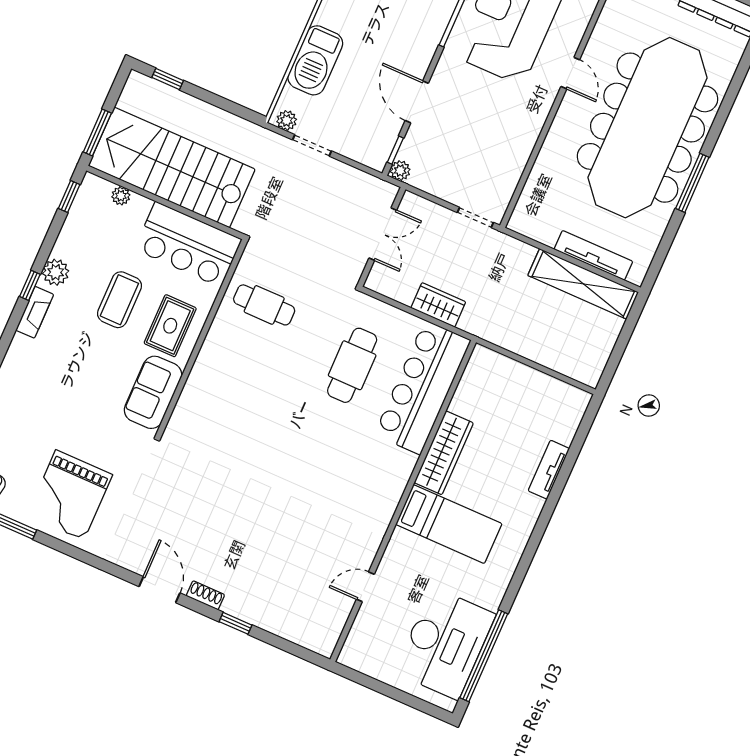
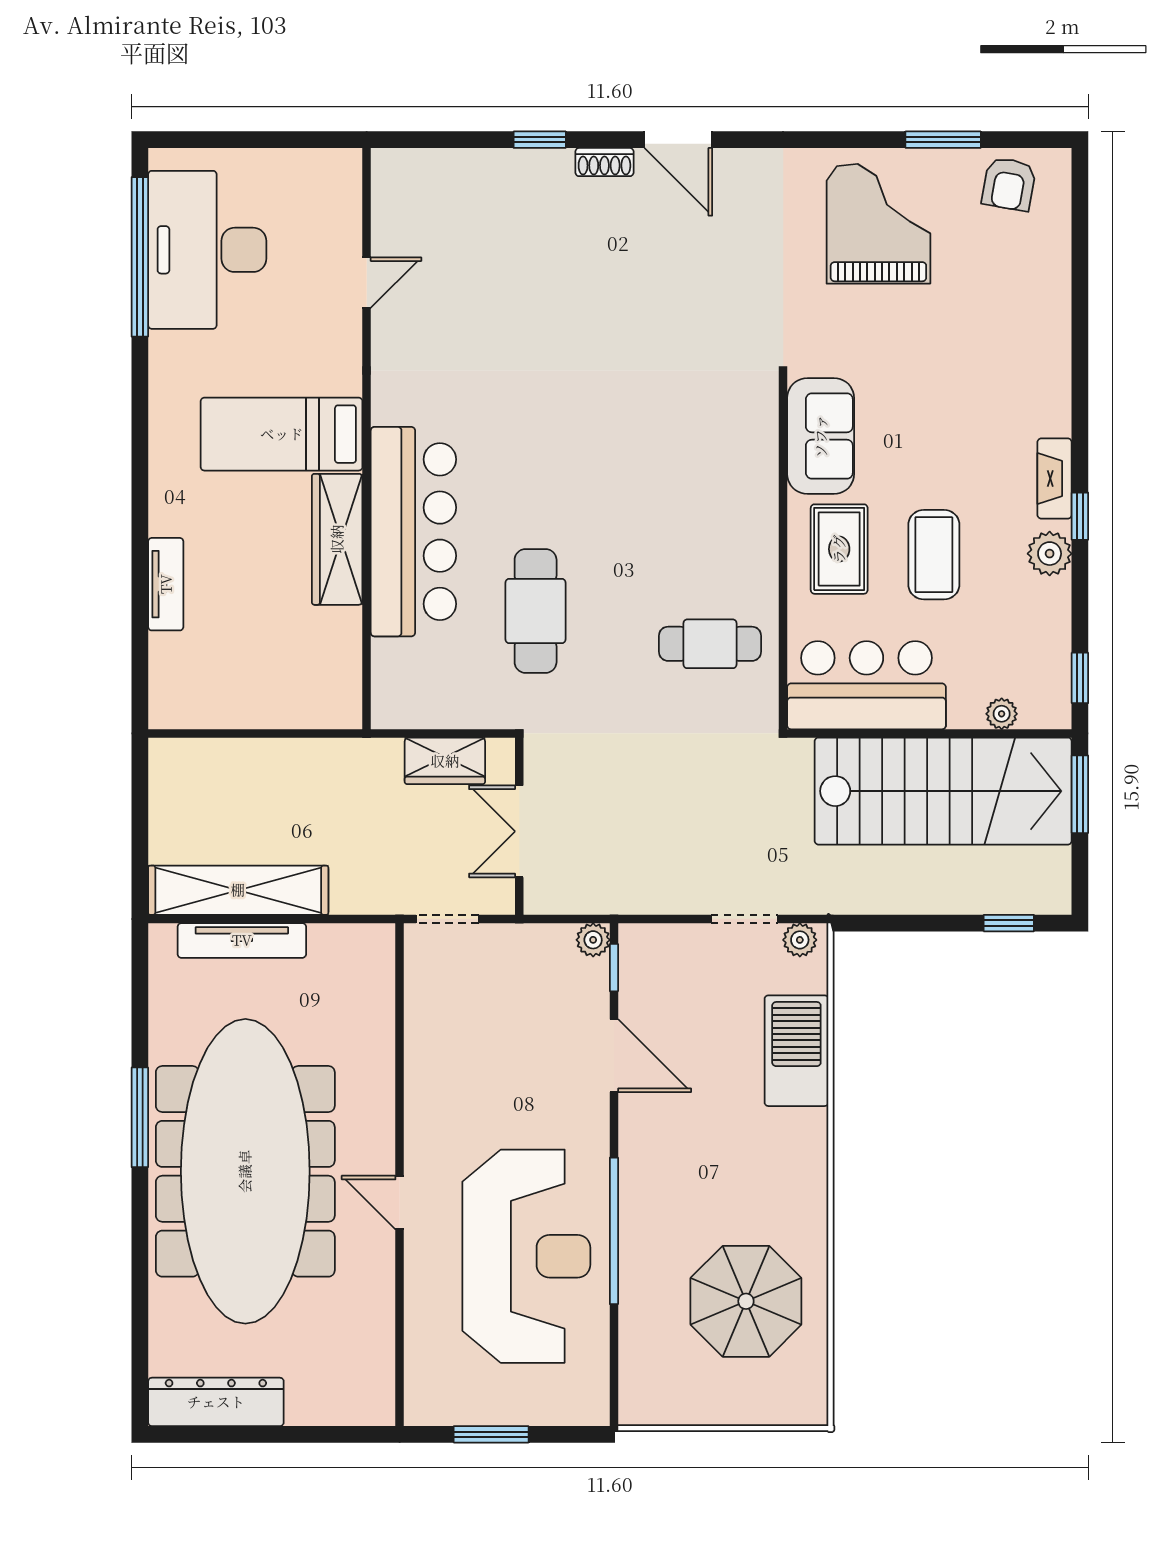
double door: (383, 234) -> (519, 831), moved
wall: (382, 237) -> (519, 826), moved
bar counter: (423, 387) -> (413, 532), moved

